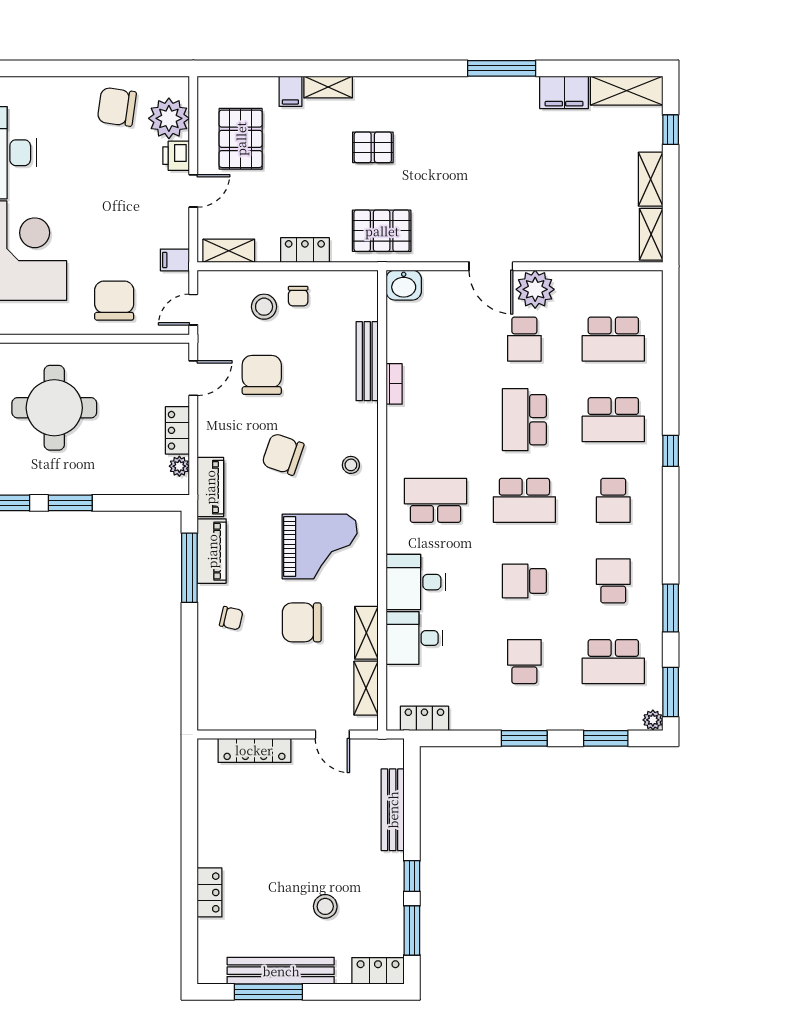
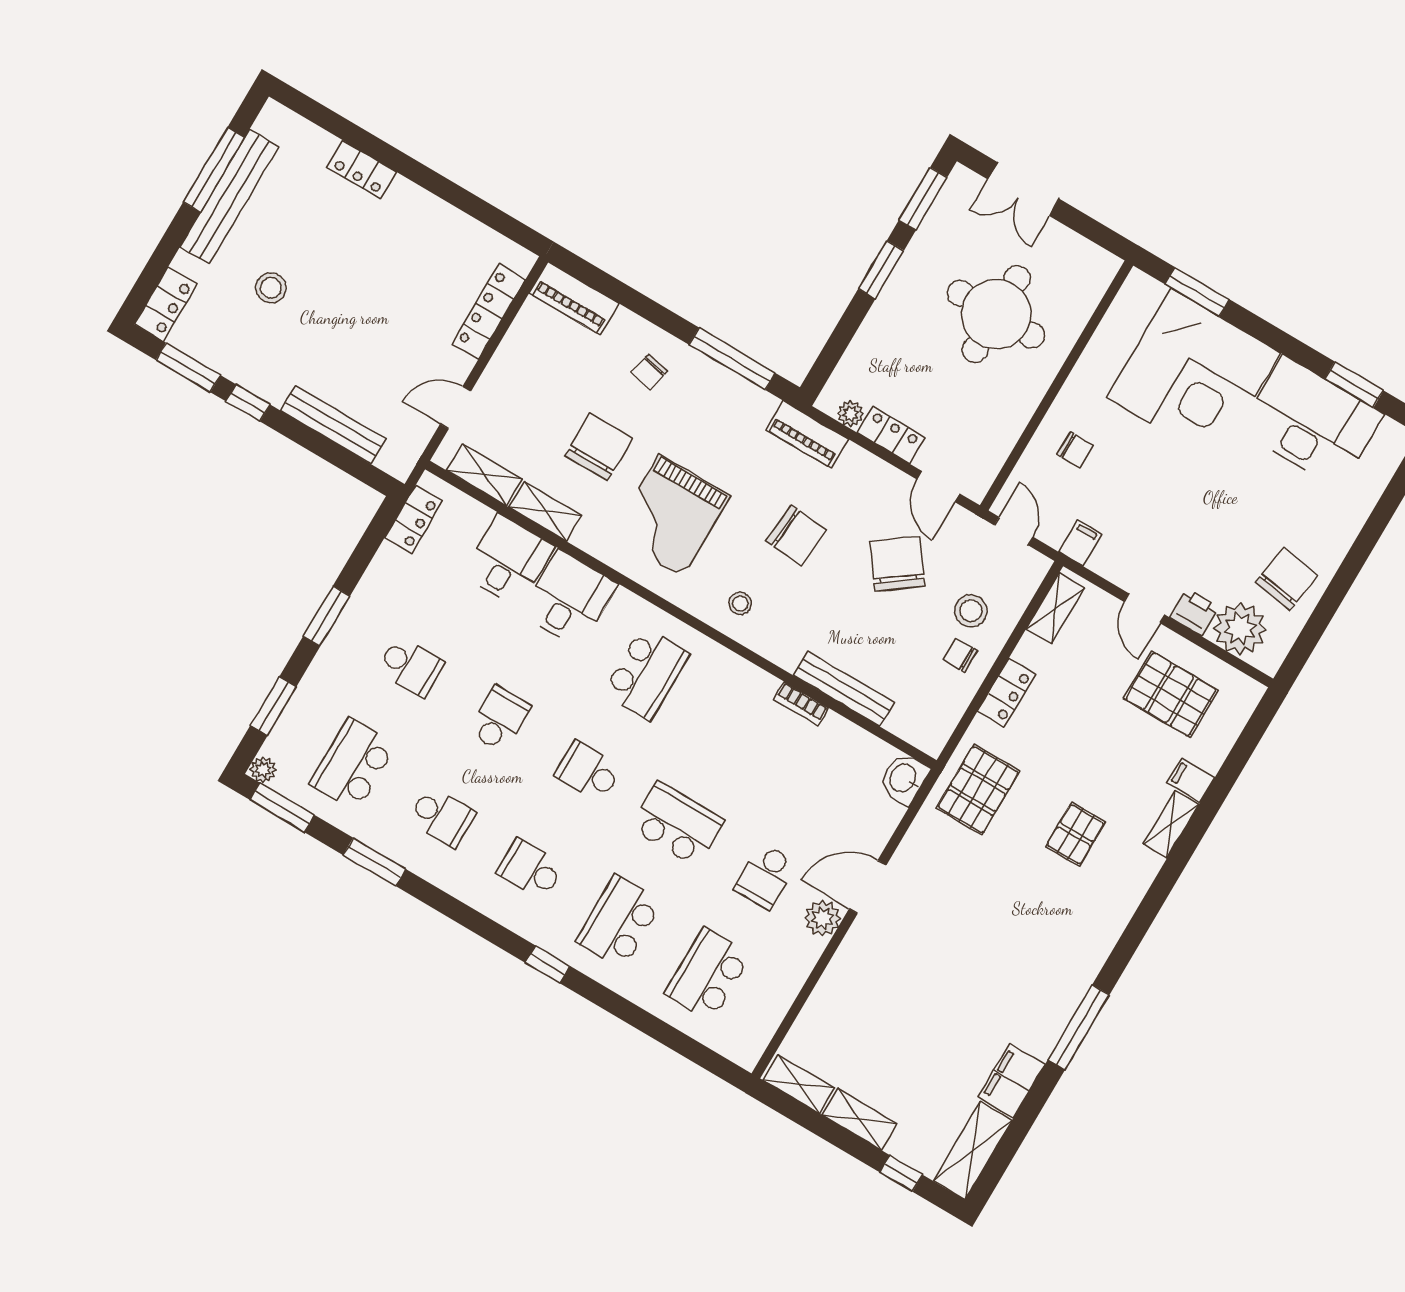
plant: (535, 289) -> (823, 918), width x0.73, depth x0.73
chair: (114, 301) -> (1075, 450), width x0.54, depth x0.54
school desk: (524, 339) -> (766, 876), turned -90
chair: (262, 375) -> (897, 564), turned -126
chair: (283, 454) -> (796, 536), turned 76
school desk: (524, 500) -> (588, 771), width x0.54
piano: (212, 551) -> (574, 298), moved

